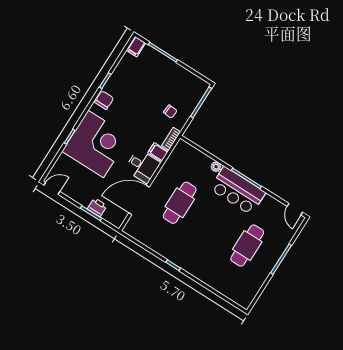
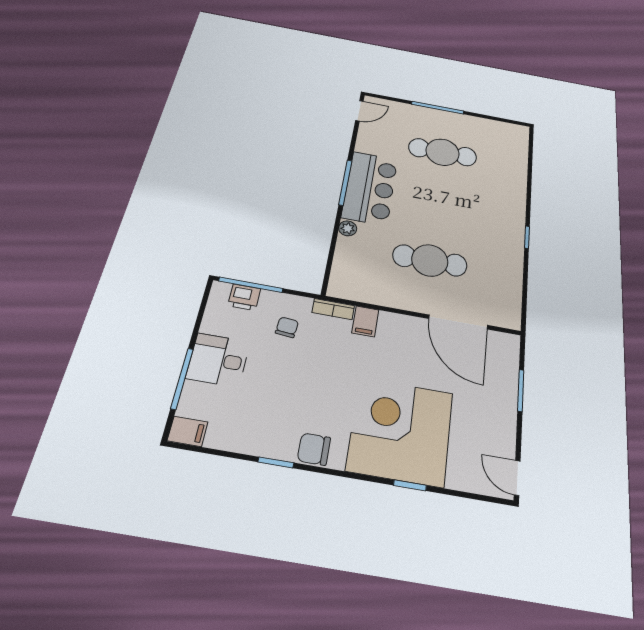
desk: (143, 166) -> (218, 360), moved, turned -90
printer: (97, 207) -> (244, 297), moved, turned -90

